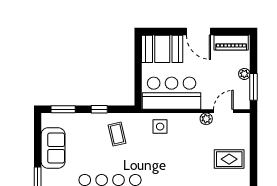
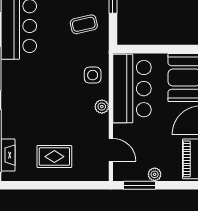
plant: (206, 119) -> (102, 107), moved
rug: (229, 159) -> (54, 157), turned 90

